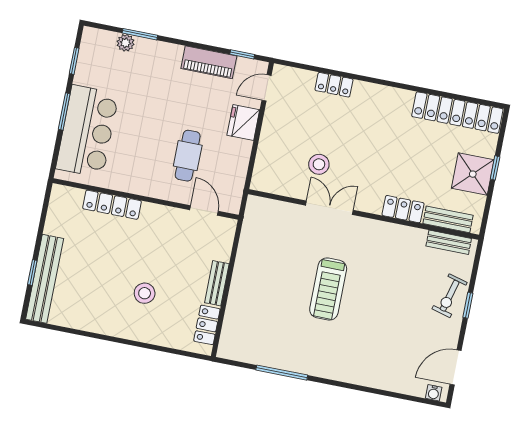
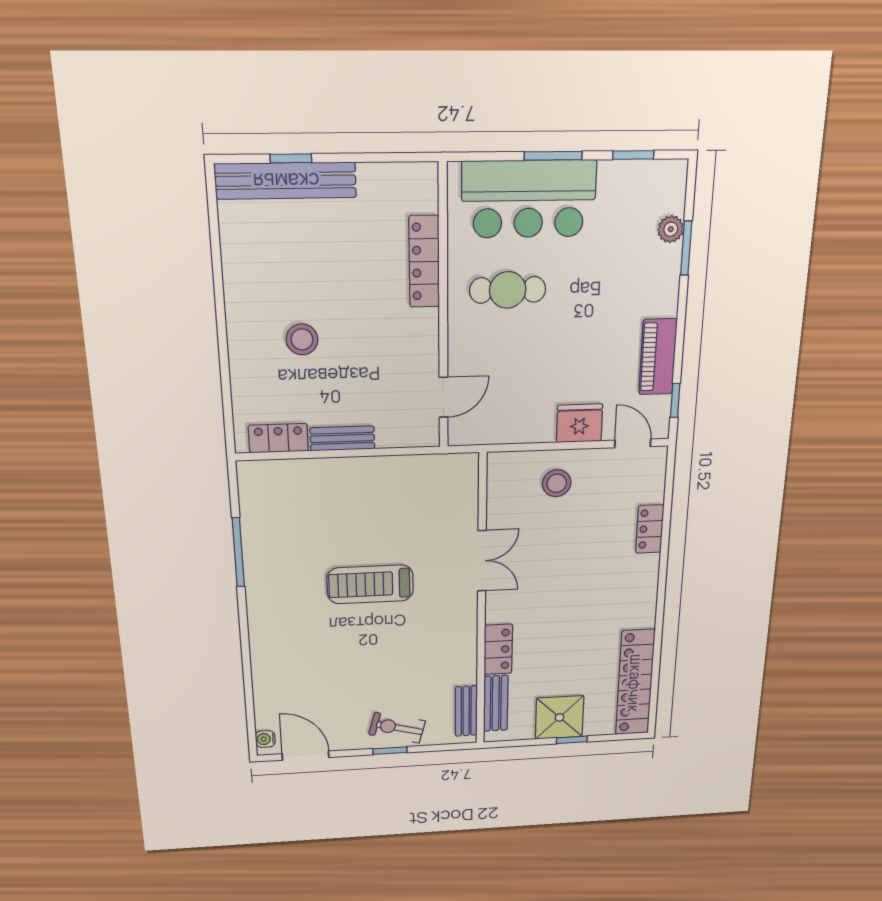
cafe table: (188, 156) -> (508, 290), moved
stool: (319, 164) -> (557, 483), moved

